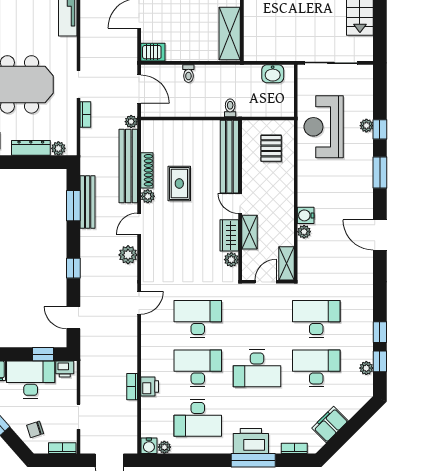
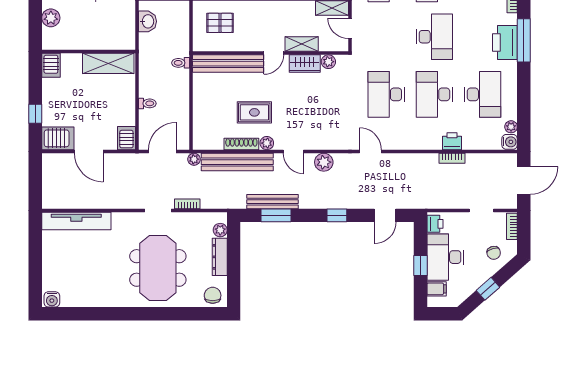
window: (43, 354) -> (420, 266), moved

